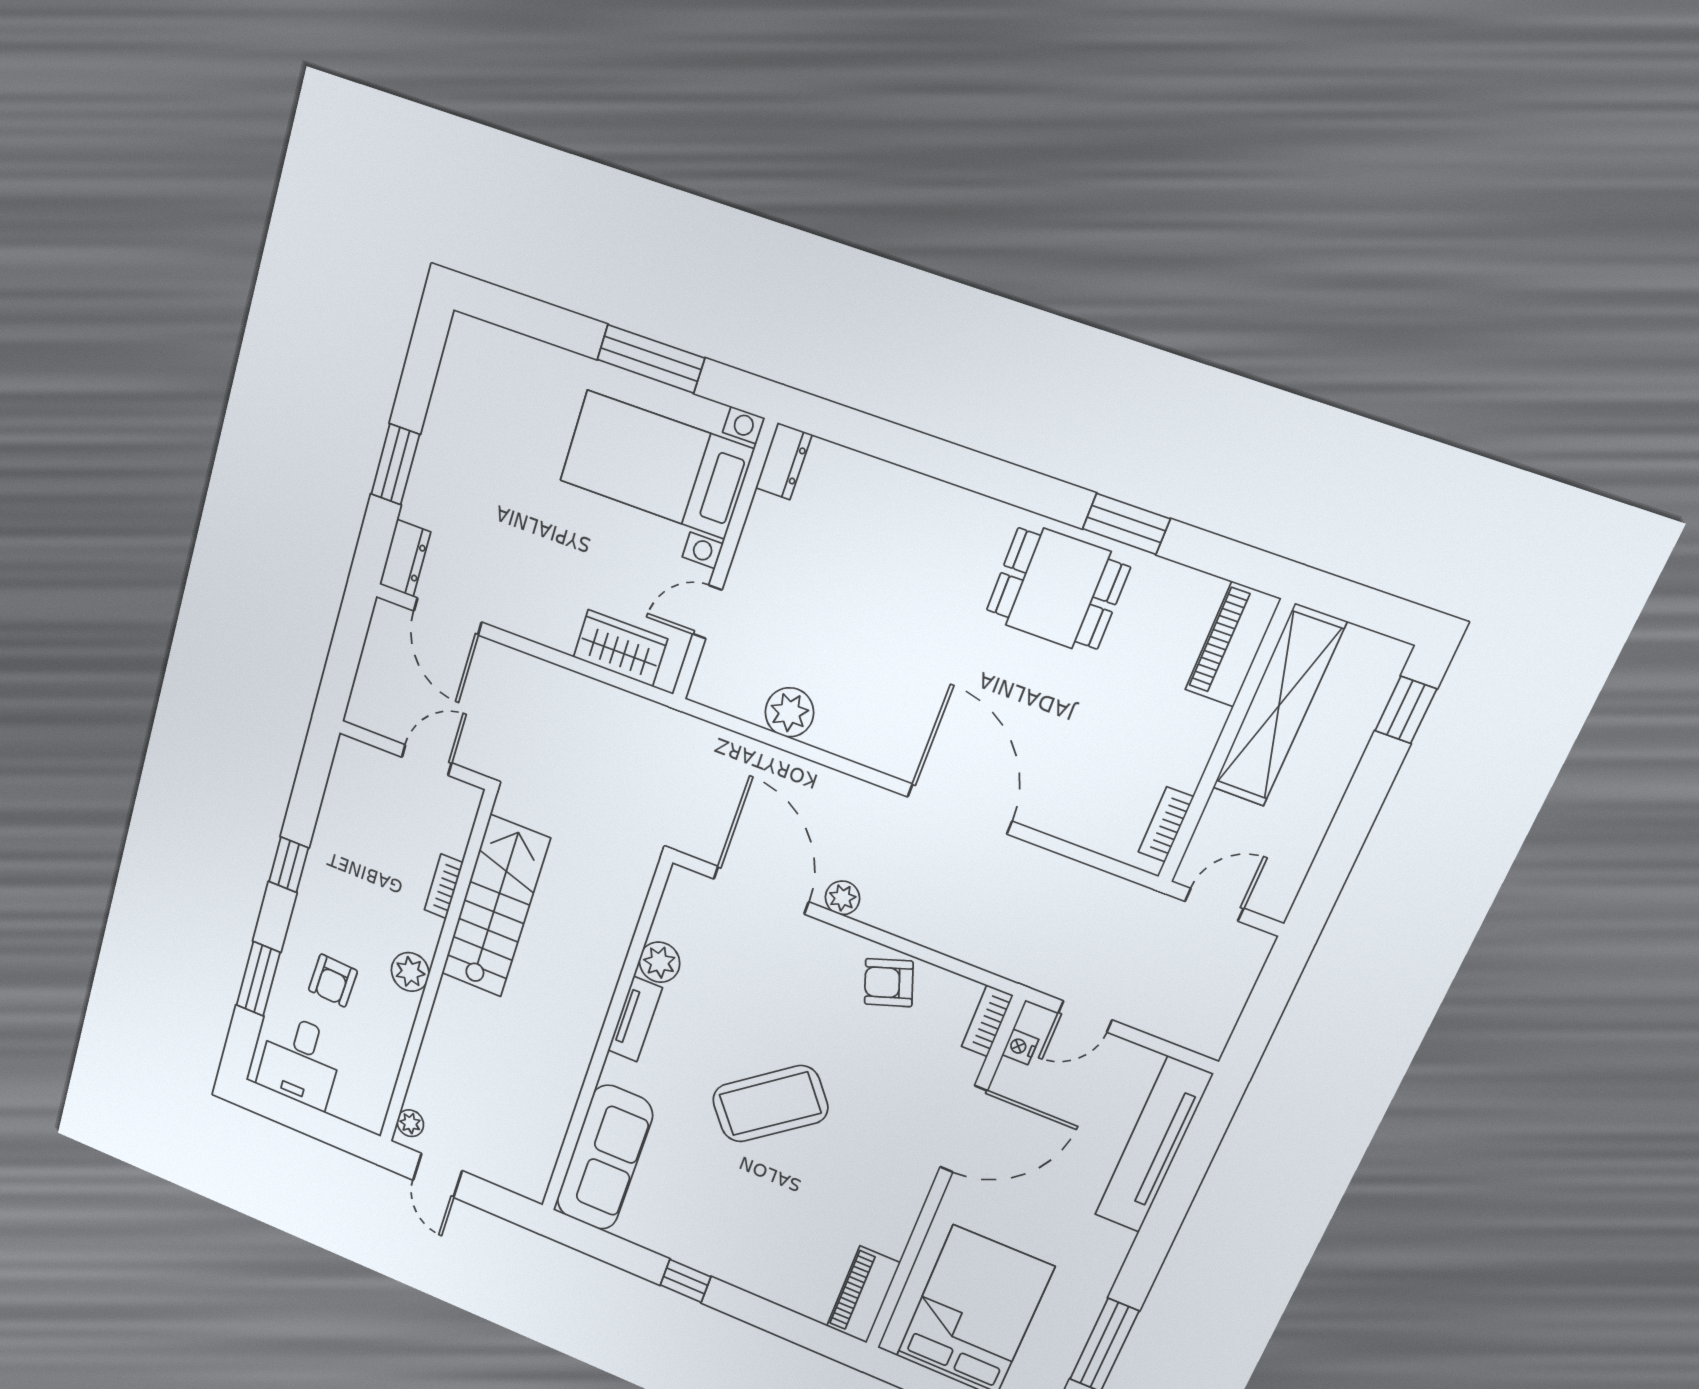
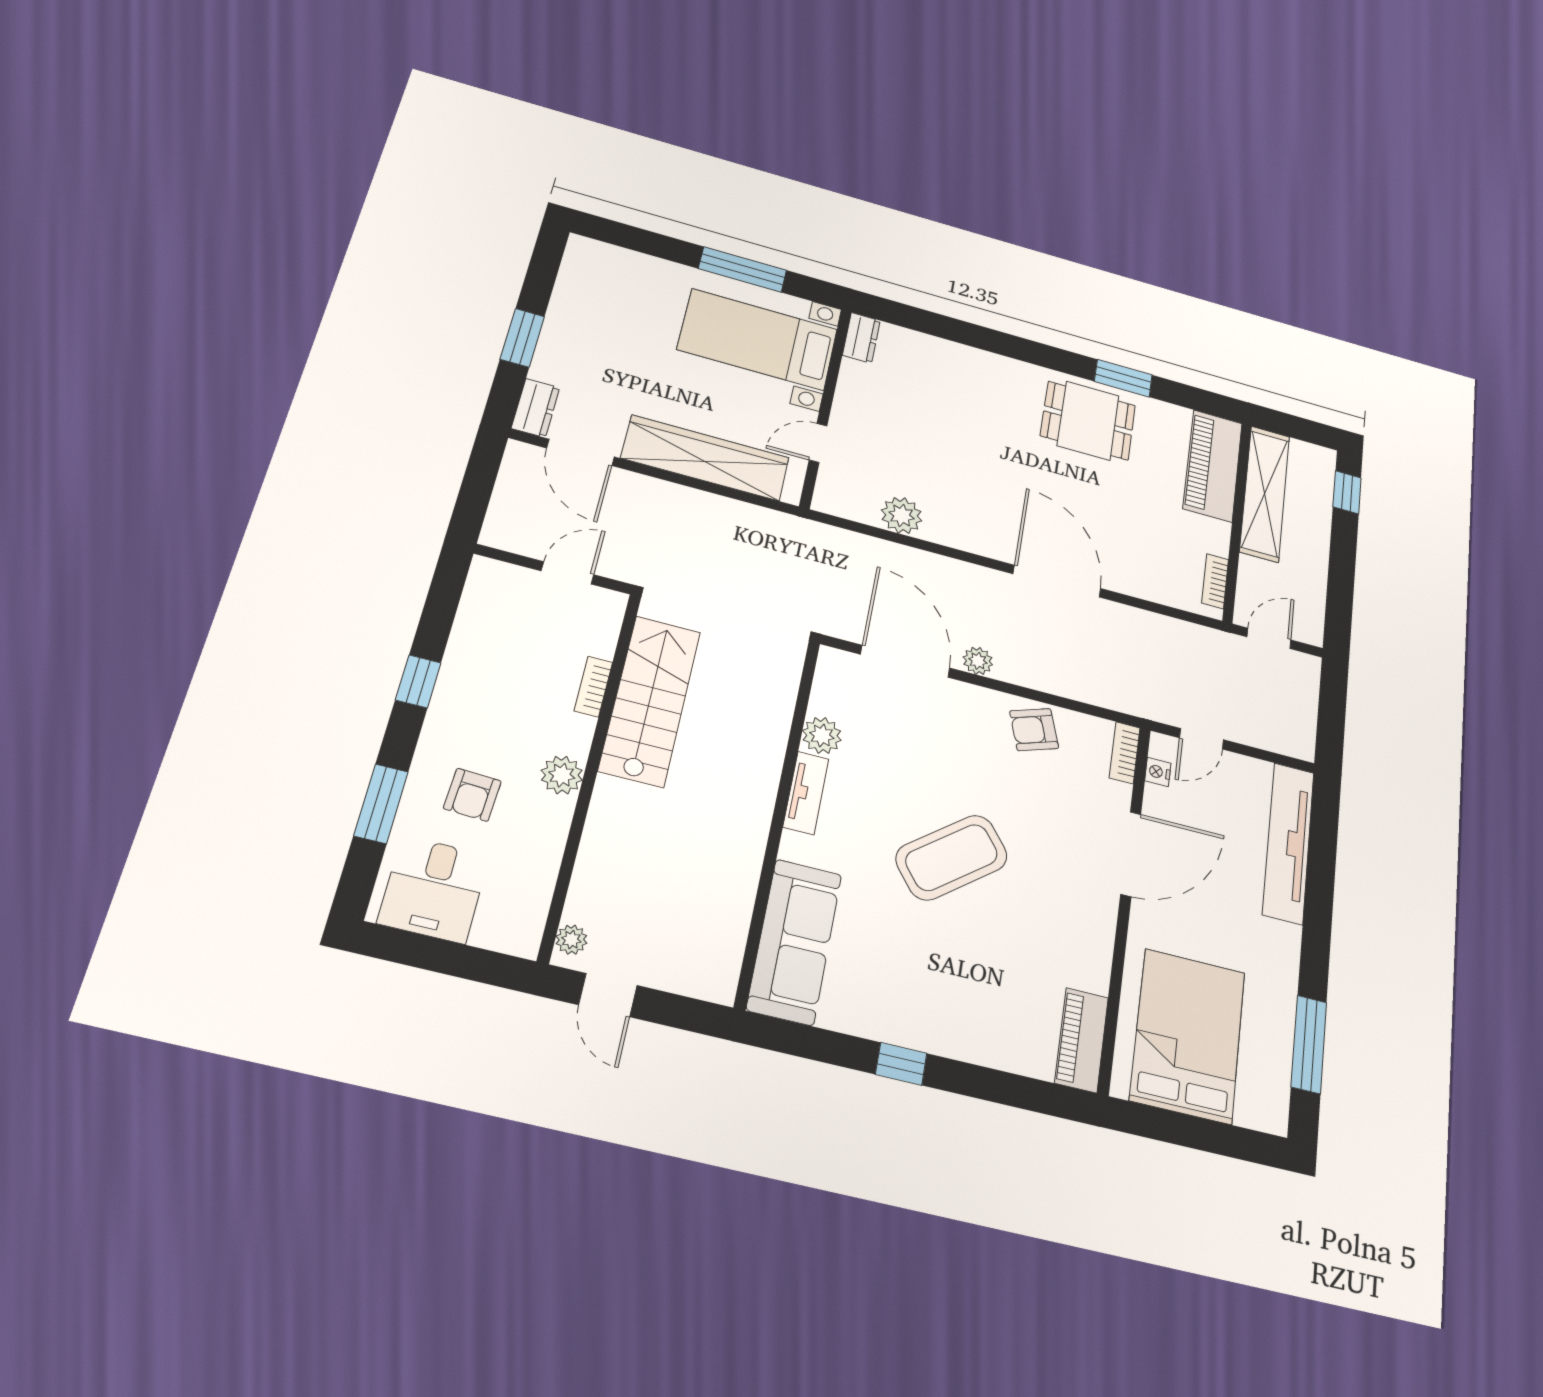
piano: (1233, 644) -> (1213, 466), width x1.37, depth x1.33
wardrobe: (620, 648) -> (705, 458), width x2.10, depth x1.17

